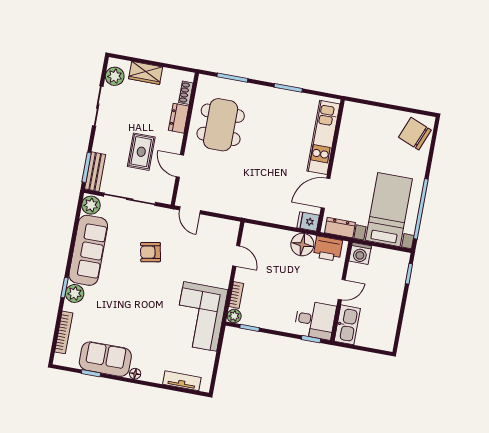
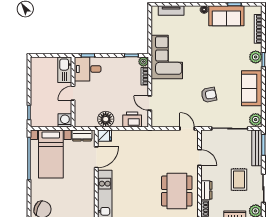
rug: (141, 152) -> (239, 180), moved
bench: (95, 172) -> (257, 148), width x1.36
printer: (328, 249) -> (132, 120), moved
sofa: (88, 250) -> (252, 88), width x0.73

